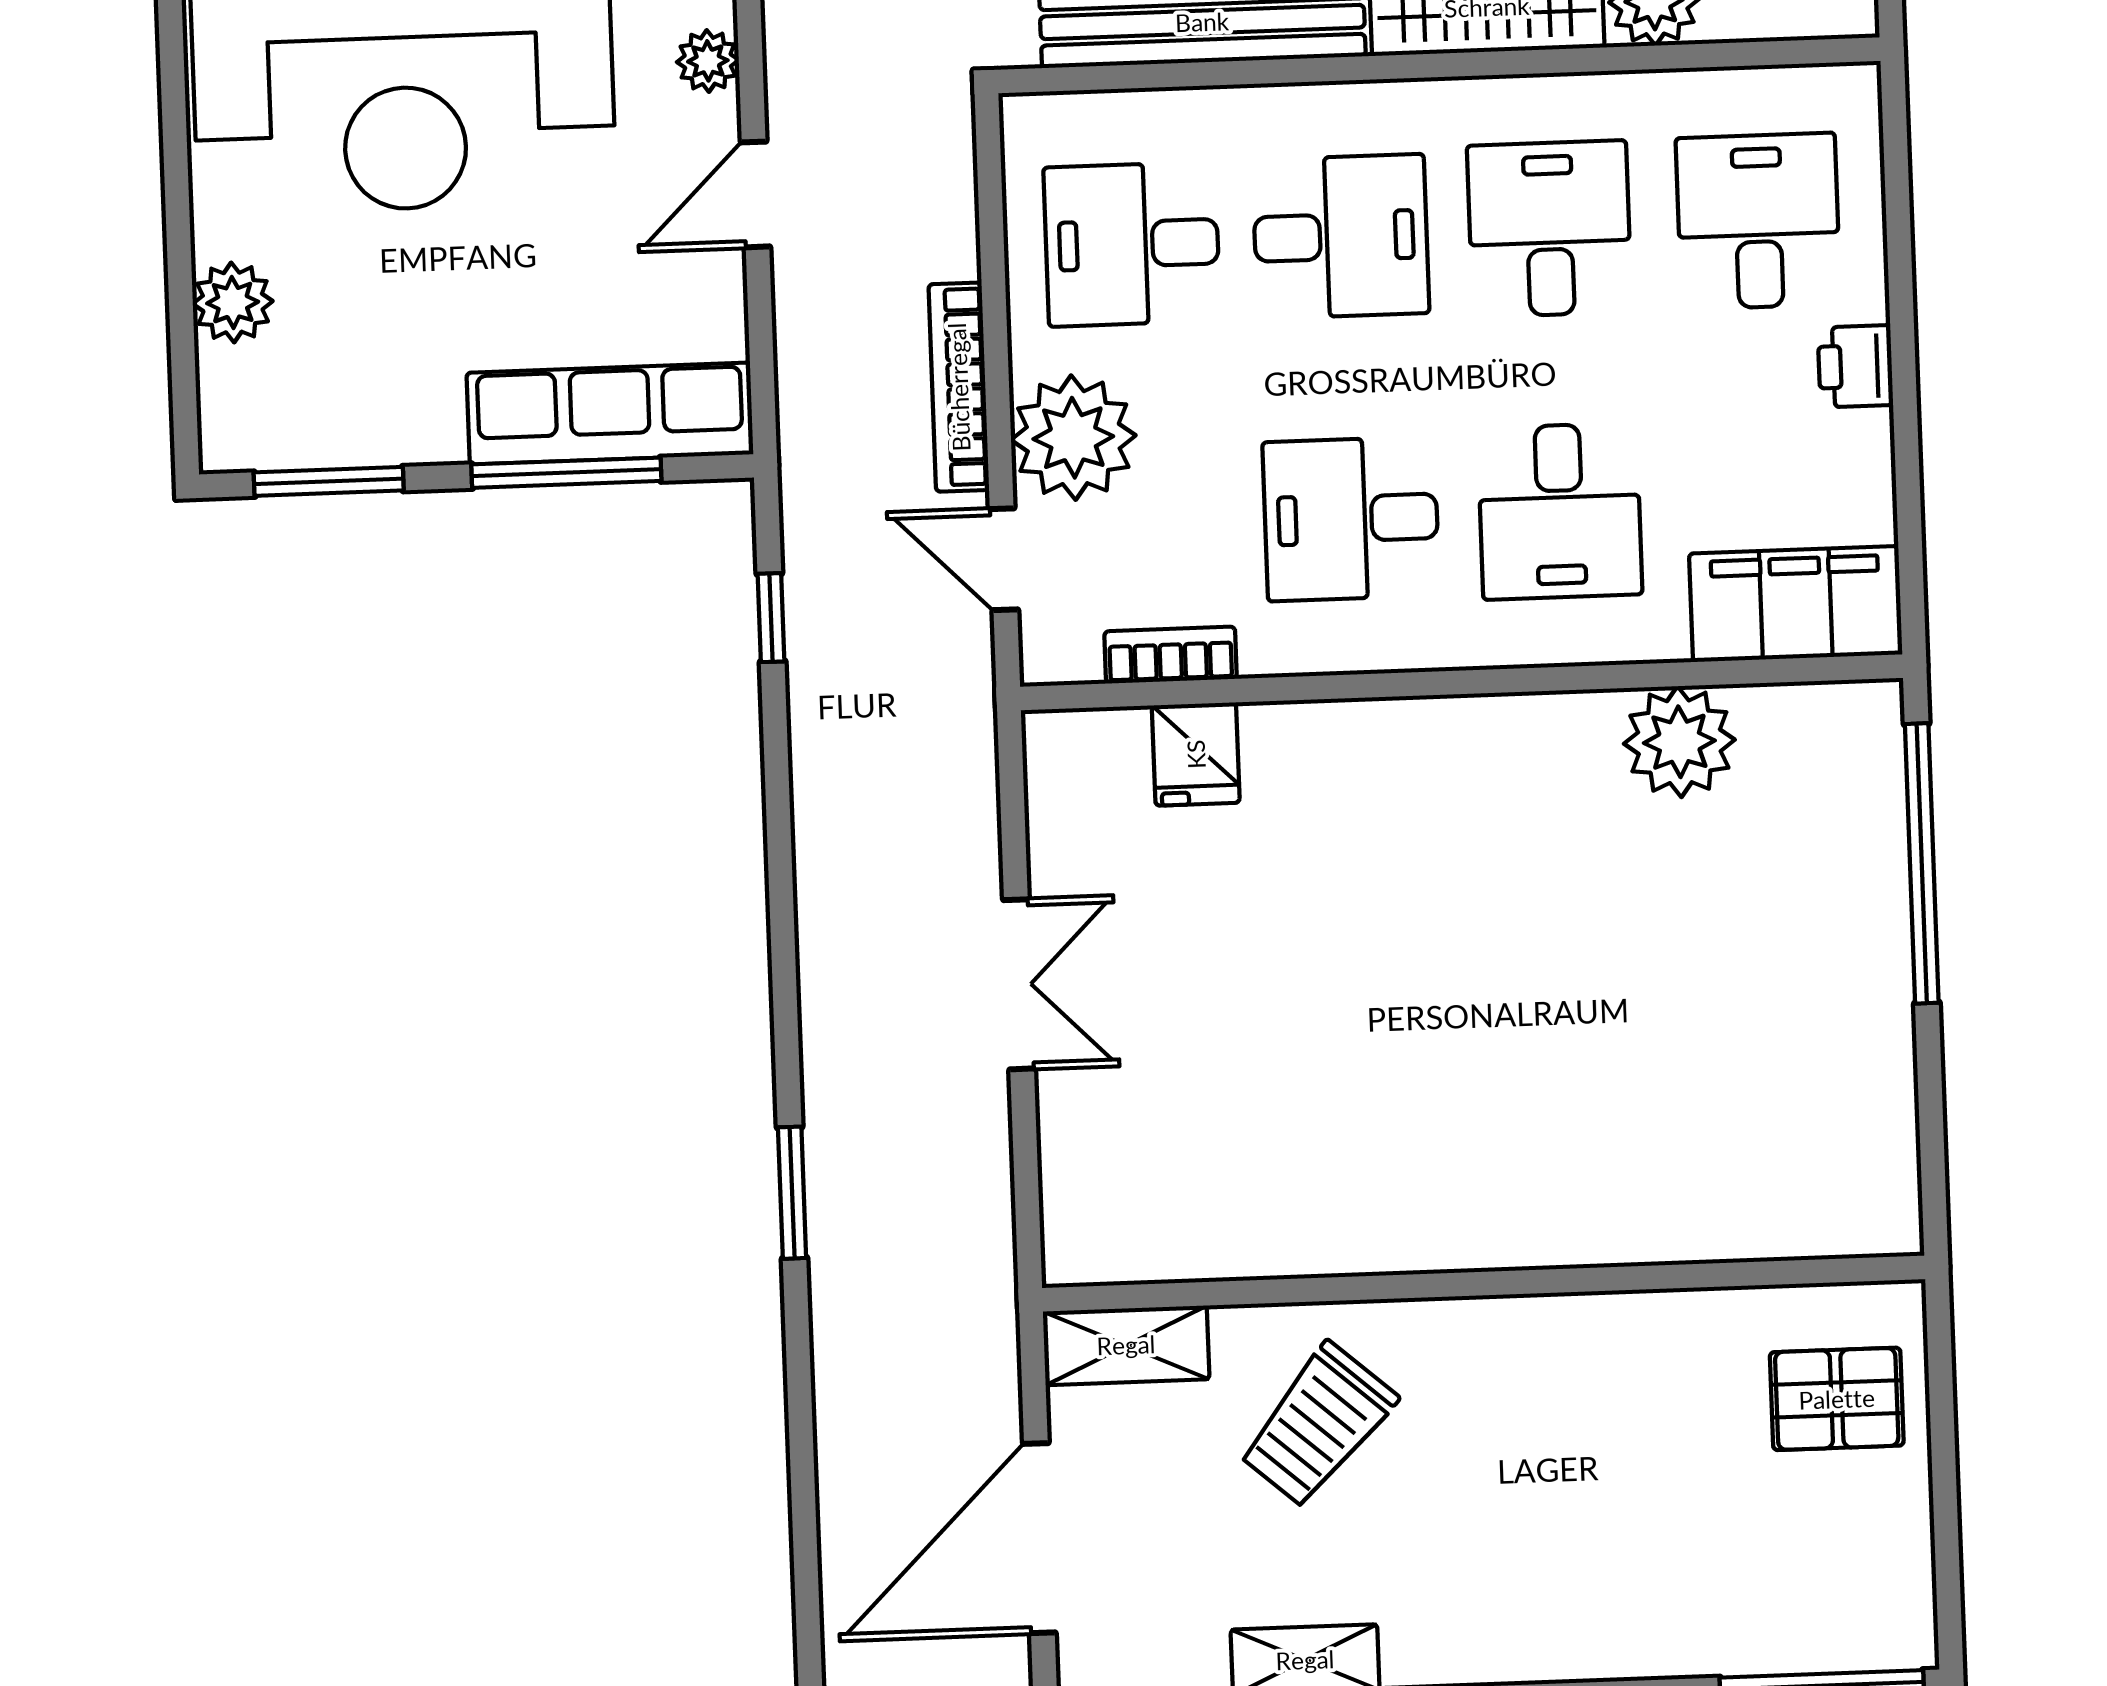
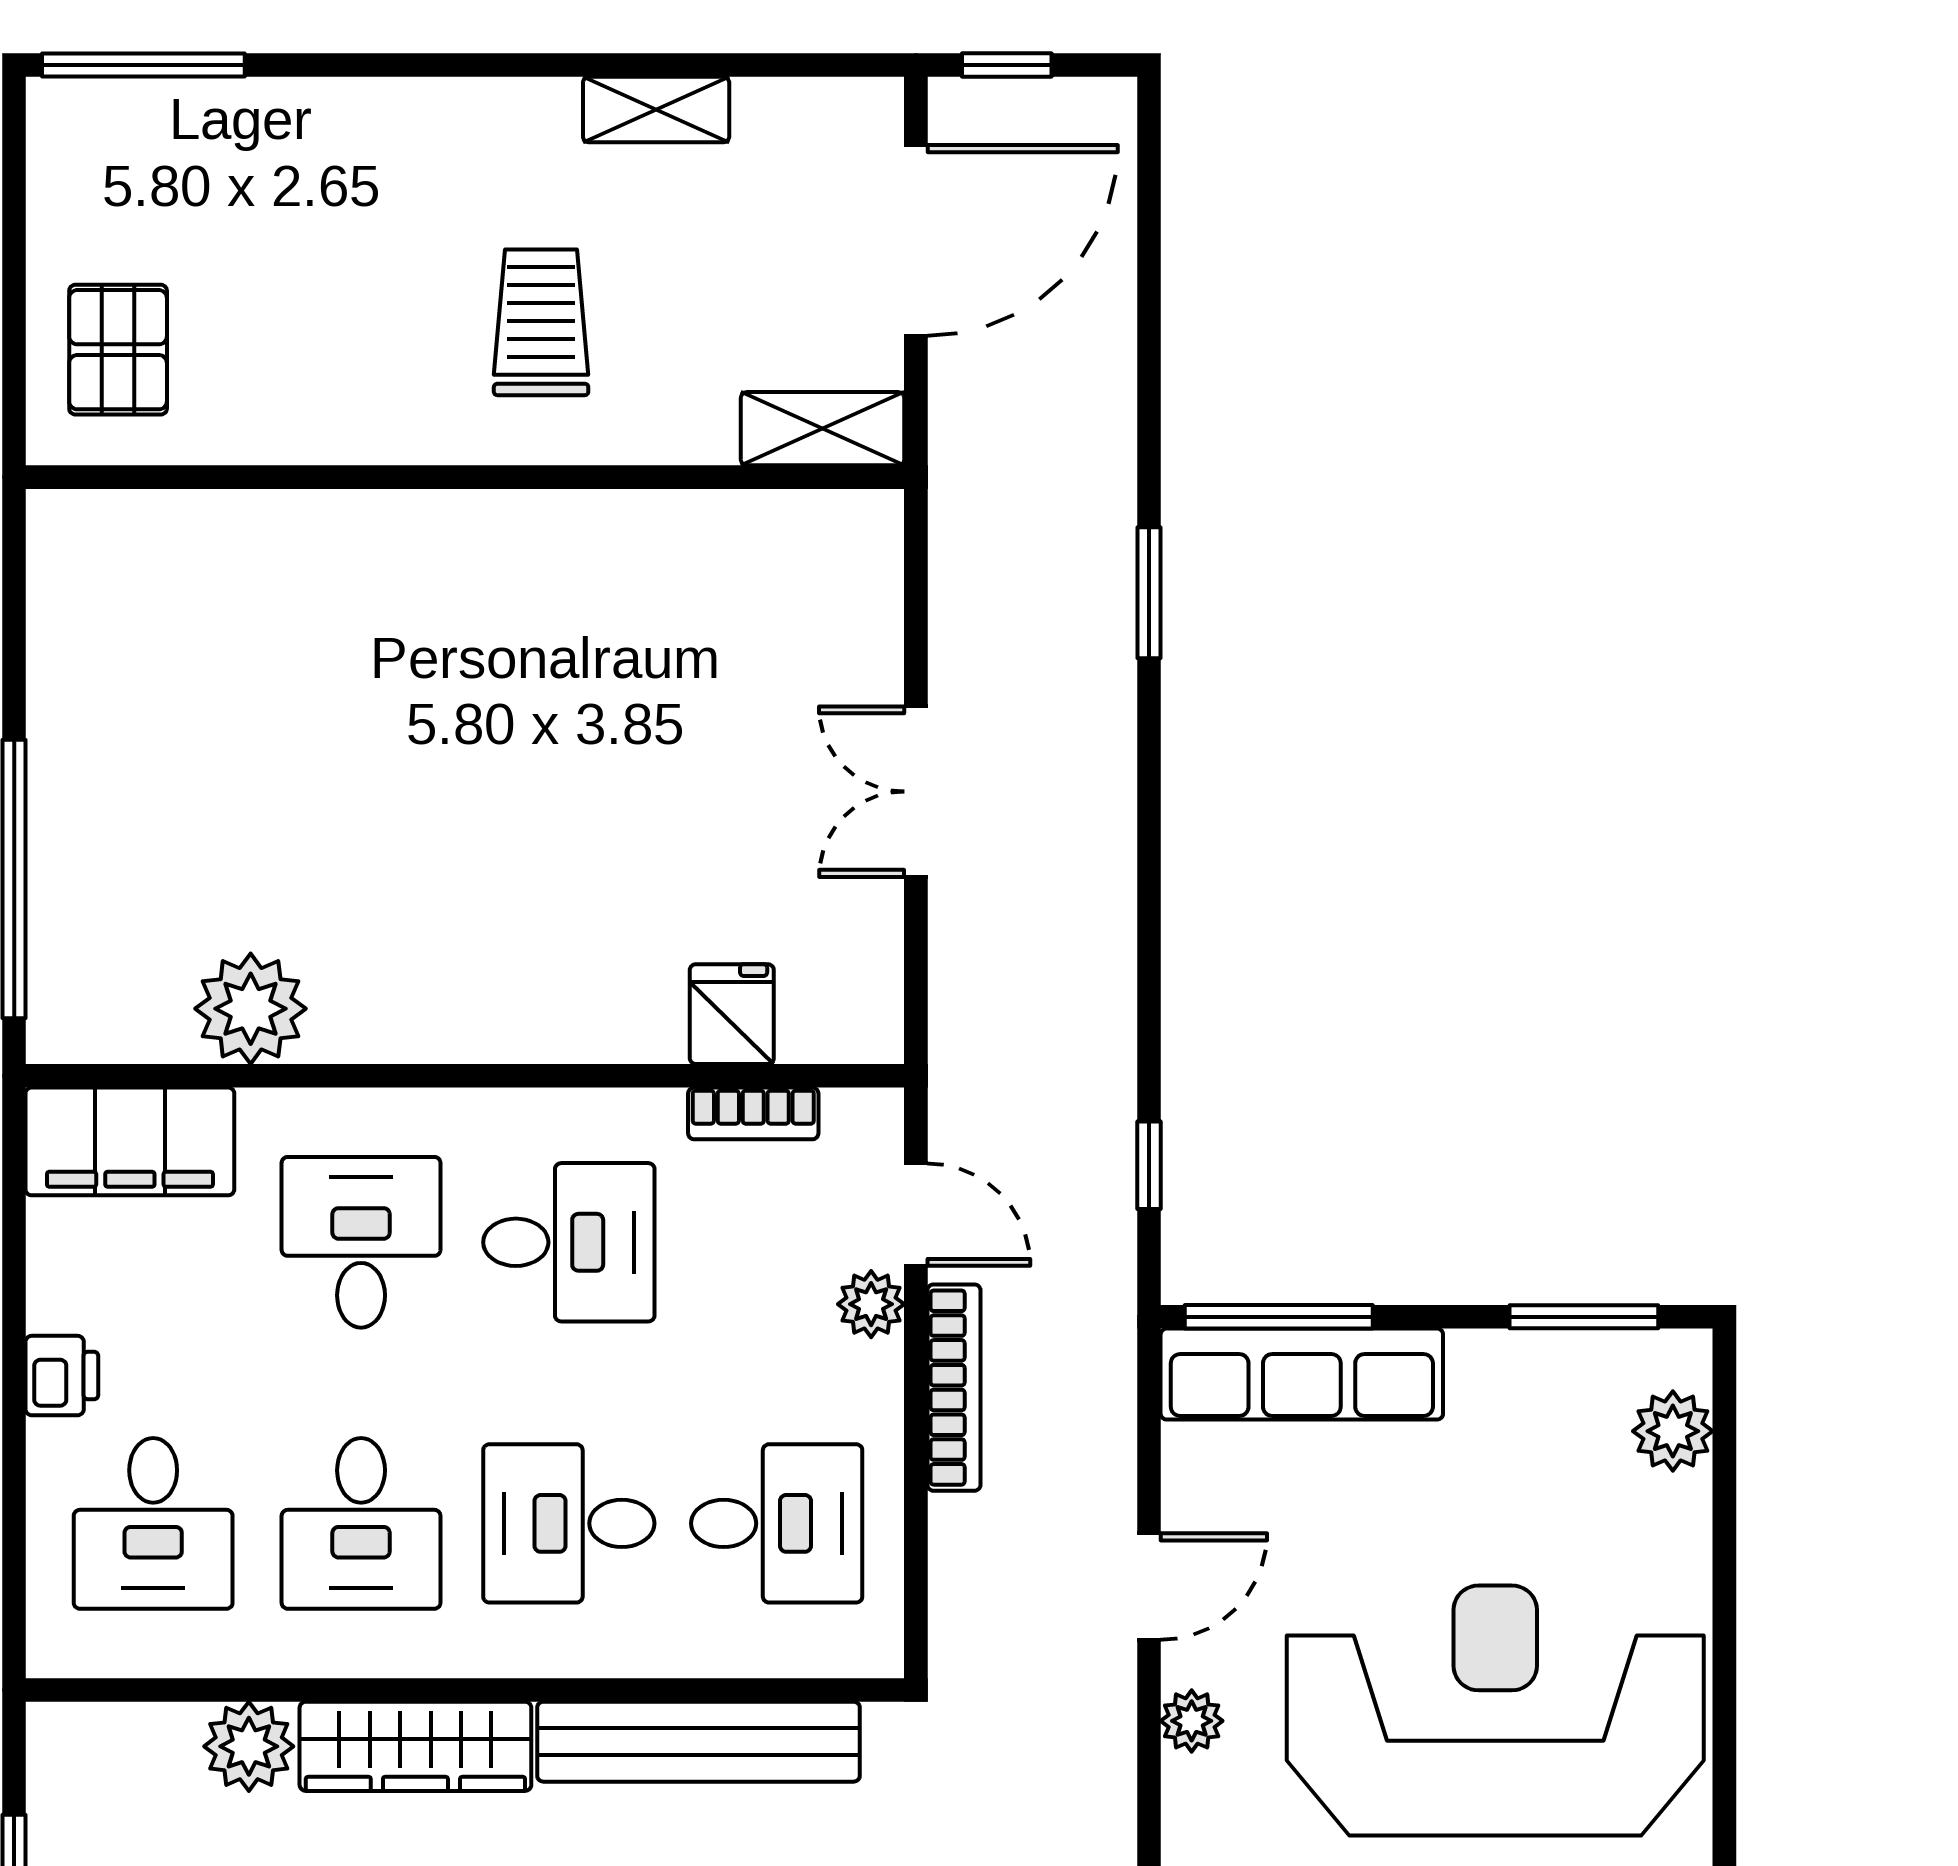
plant: (233, 302) -> (1673, 1431), moved
plant: (1073, 438) -> (871, 1304), width x0.53, depth x0.53
window: (566, 473) -> (1279, 1317), moved
pallet: (1837, 1399) -> (118, 350), turned 90
trolley: (1318, 1425) -> (541, 322), moved, turned -41

